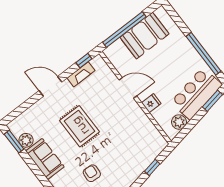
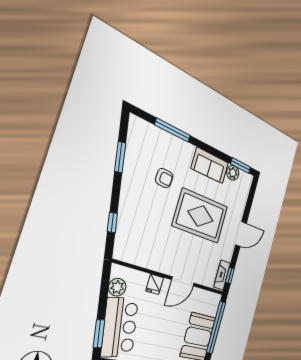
fireplace: (81, 74) -> (222, 275), moved
rug: (80, 126) -> (200, 216), width x1.37, depth x1.44

